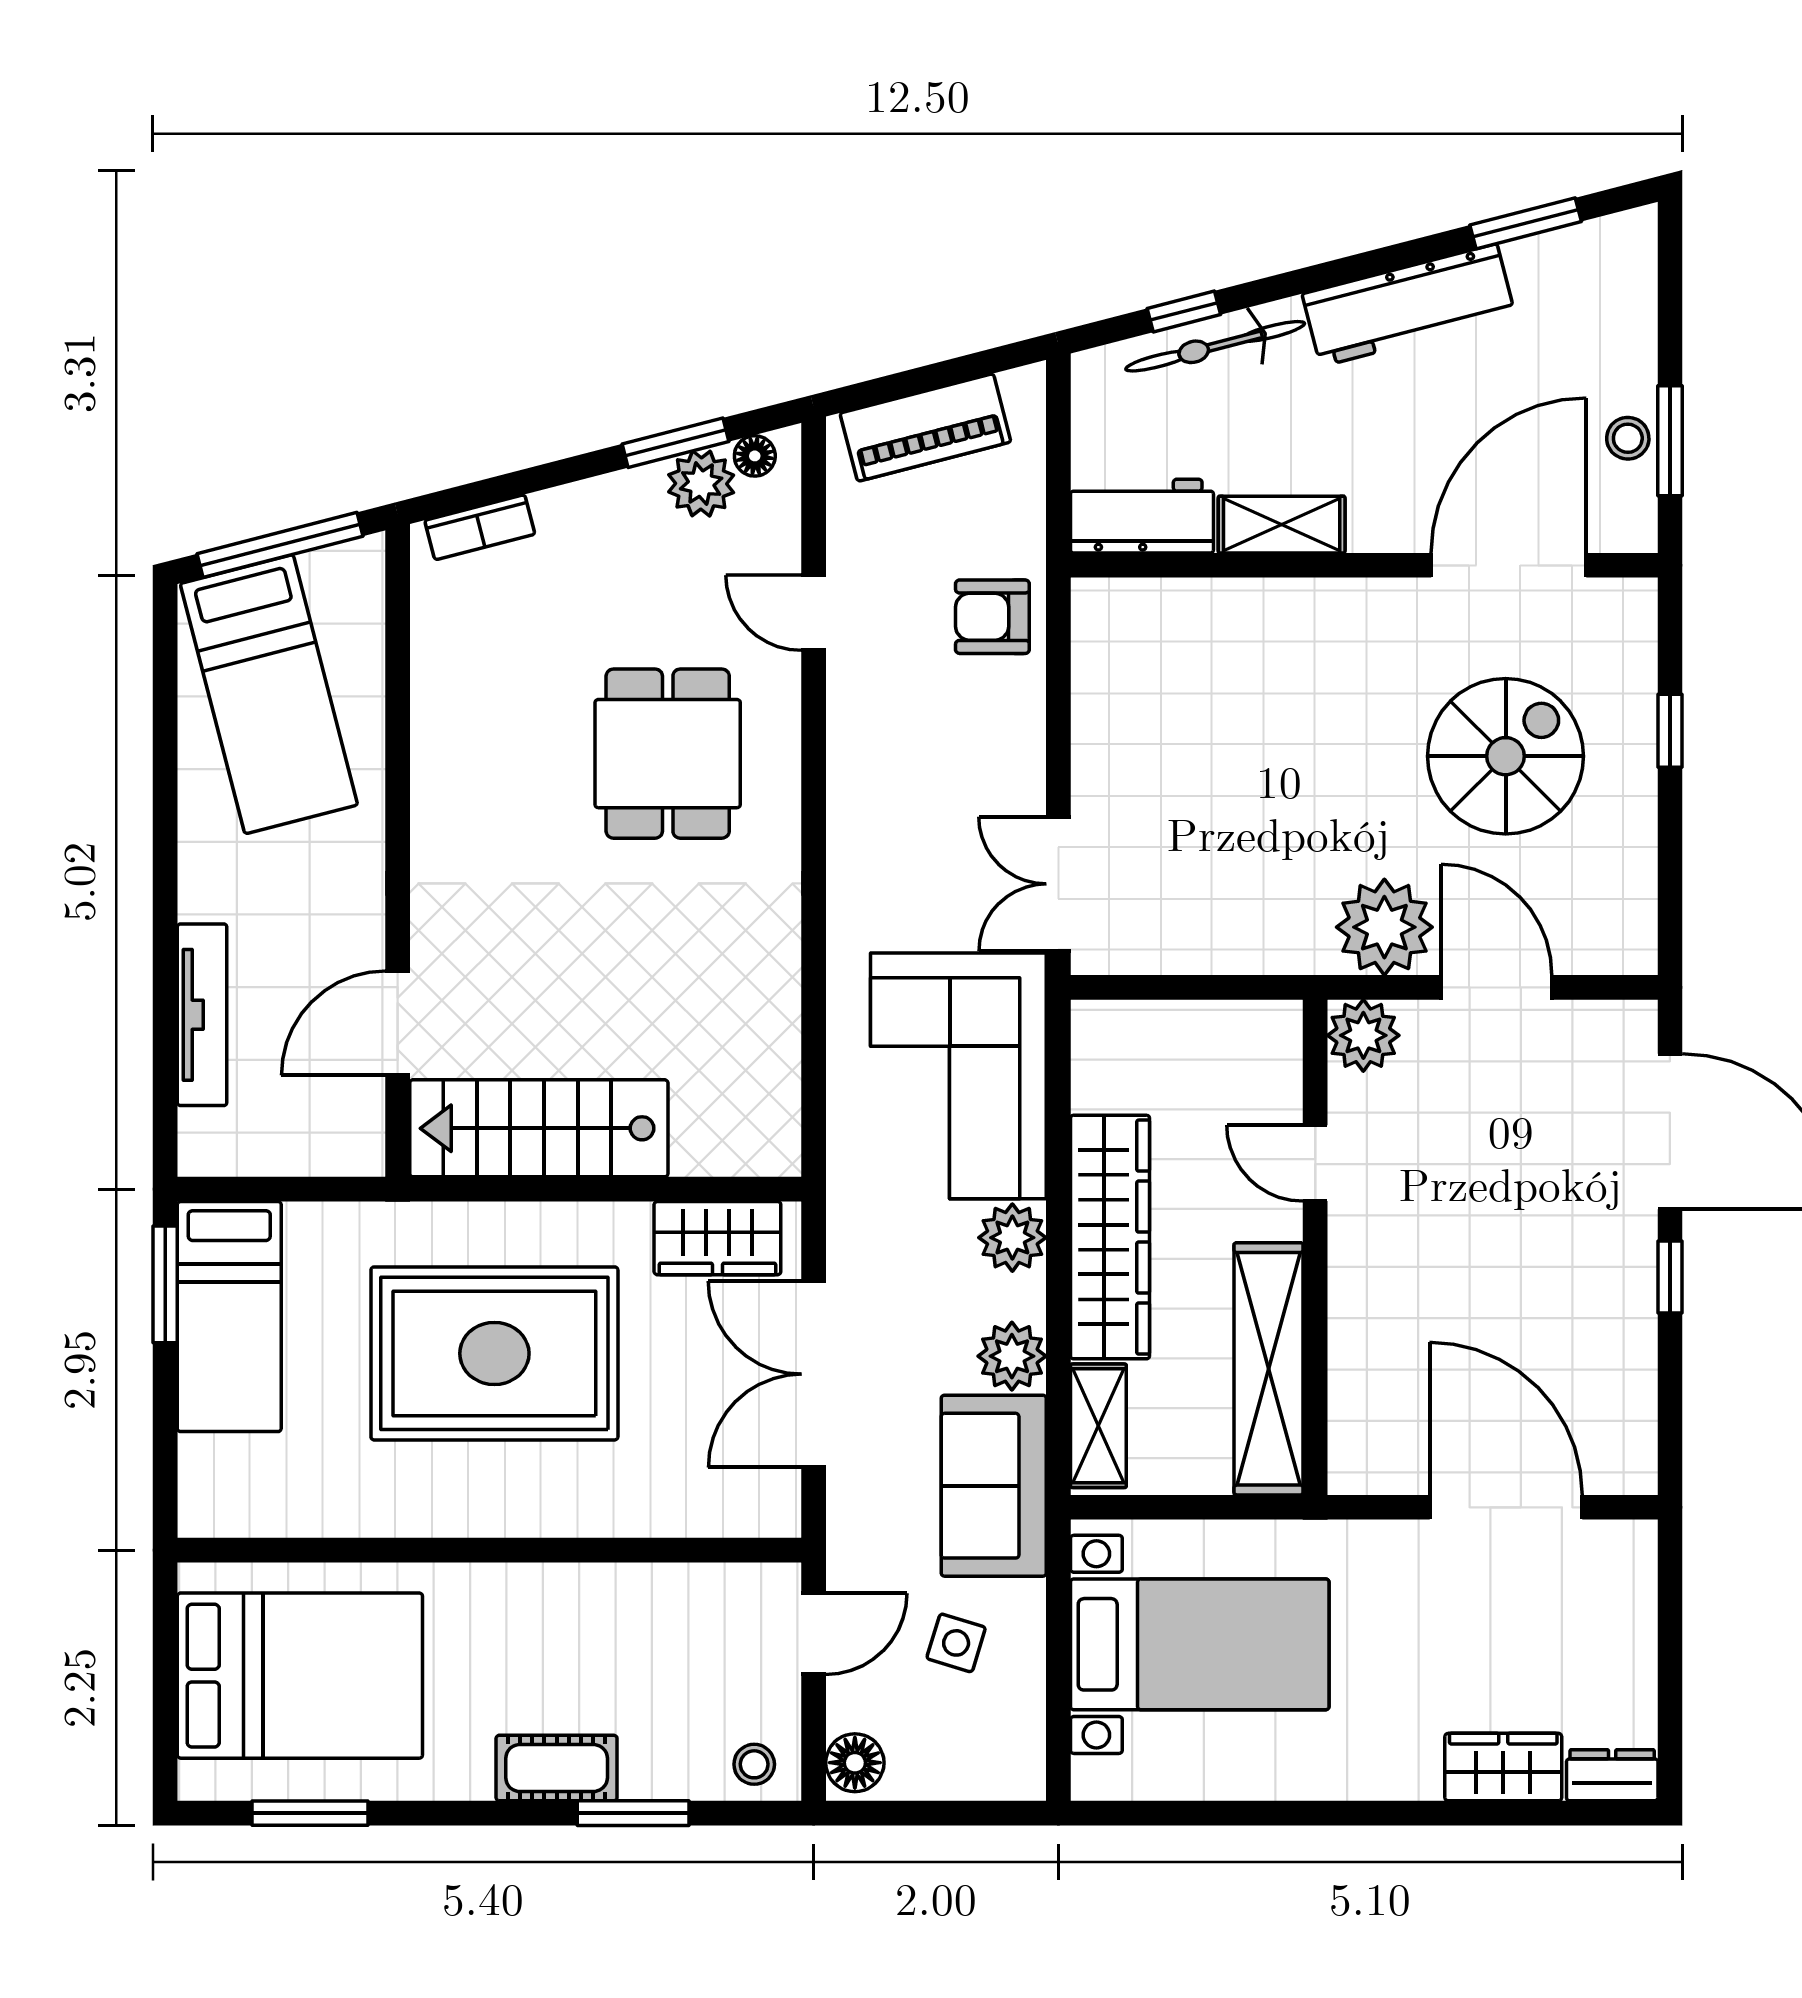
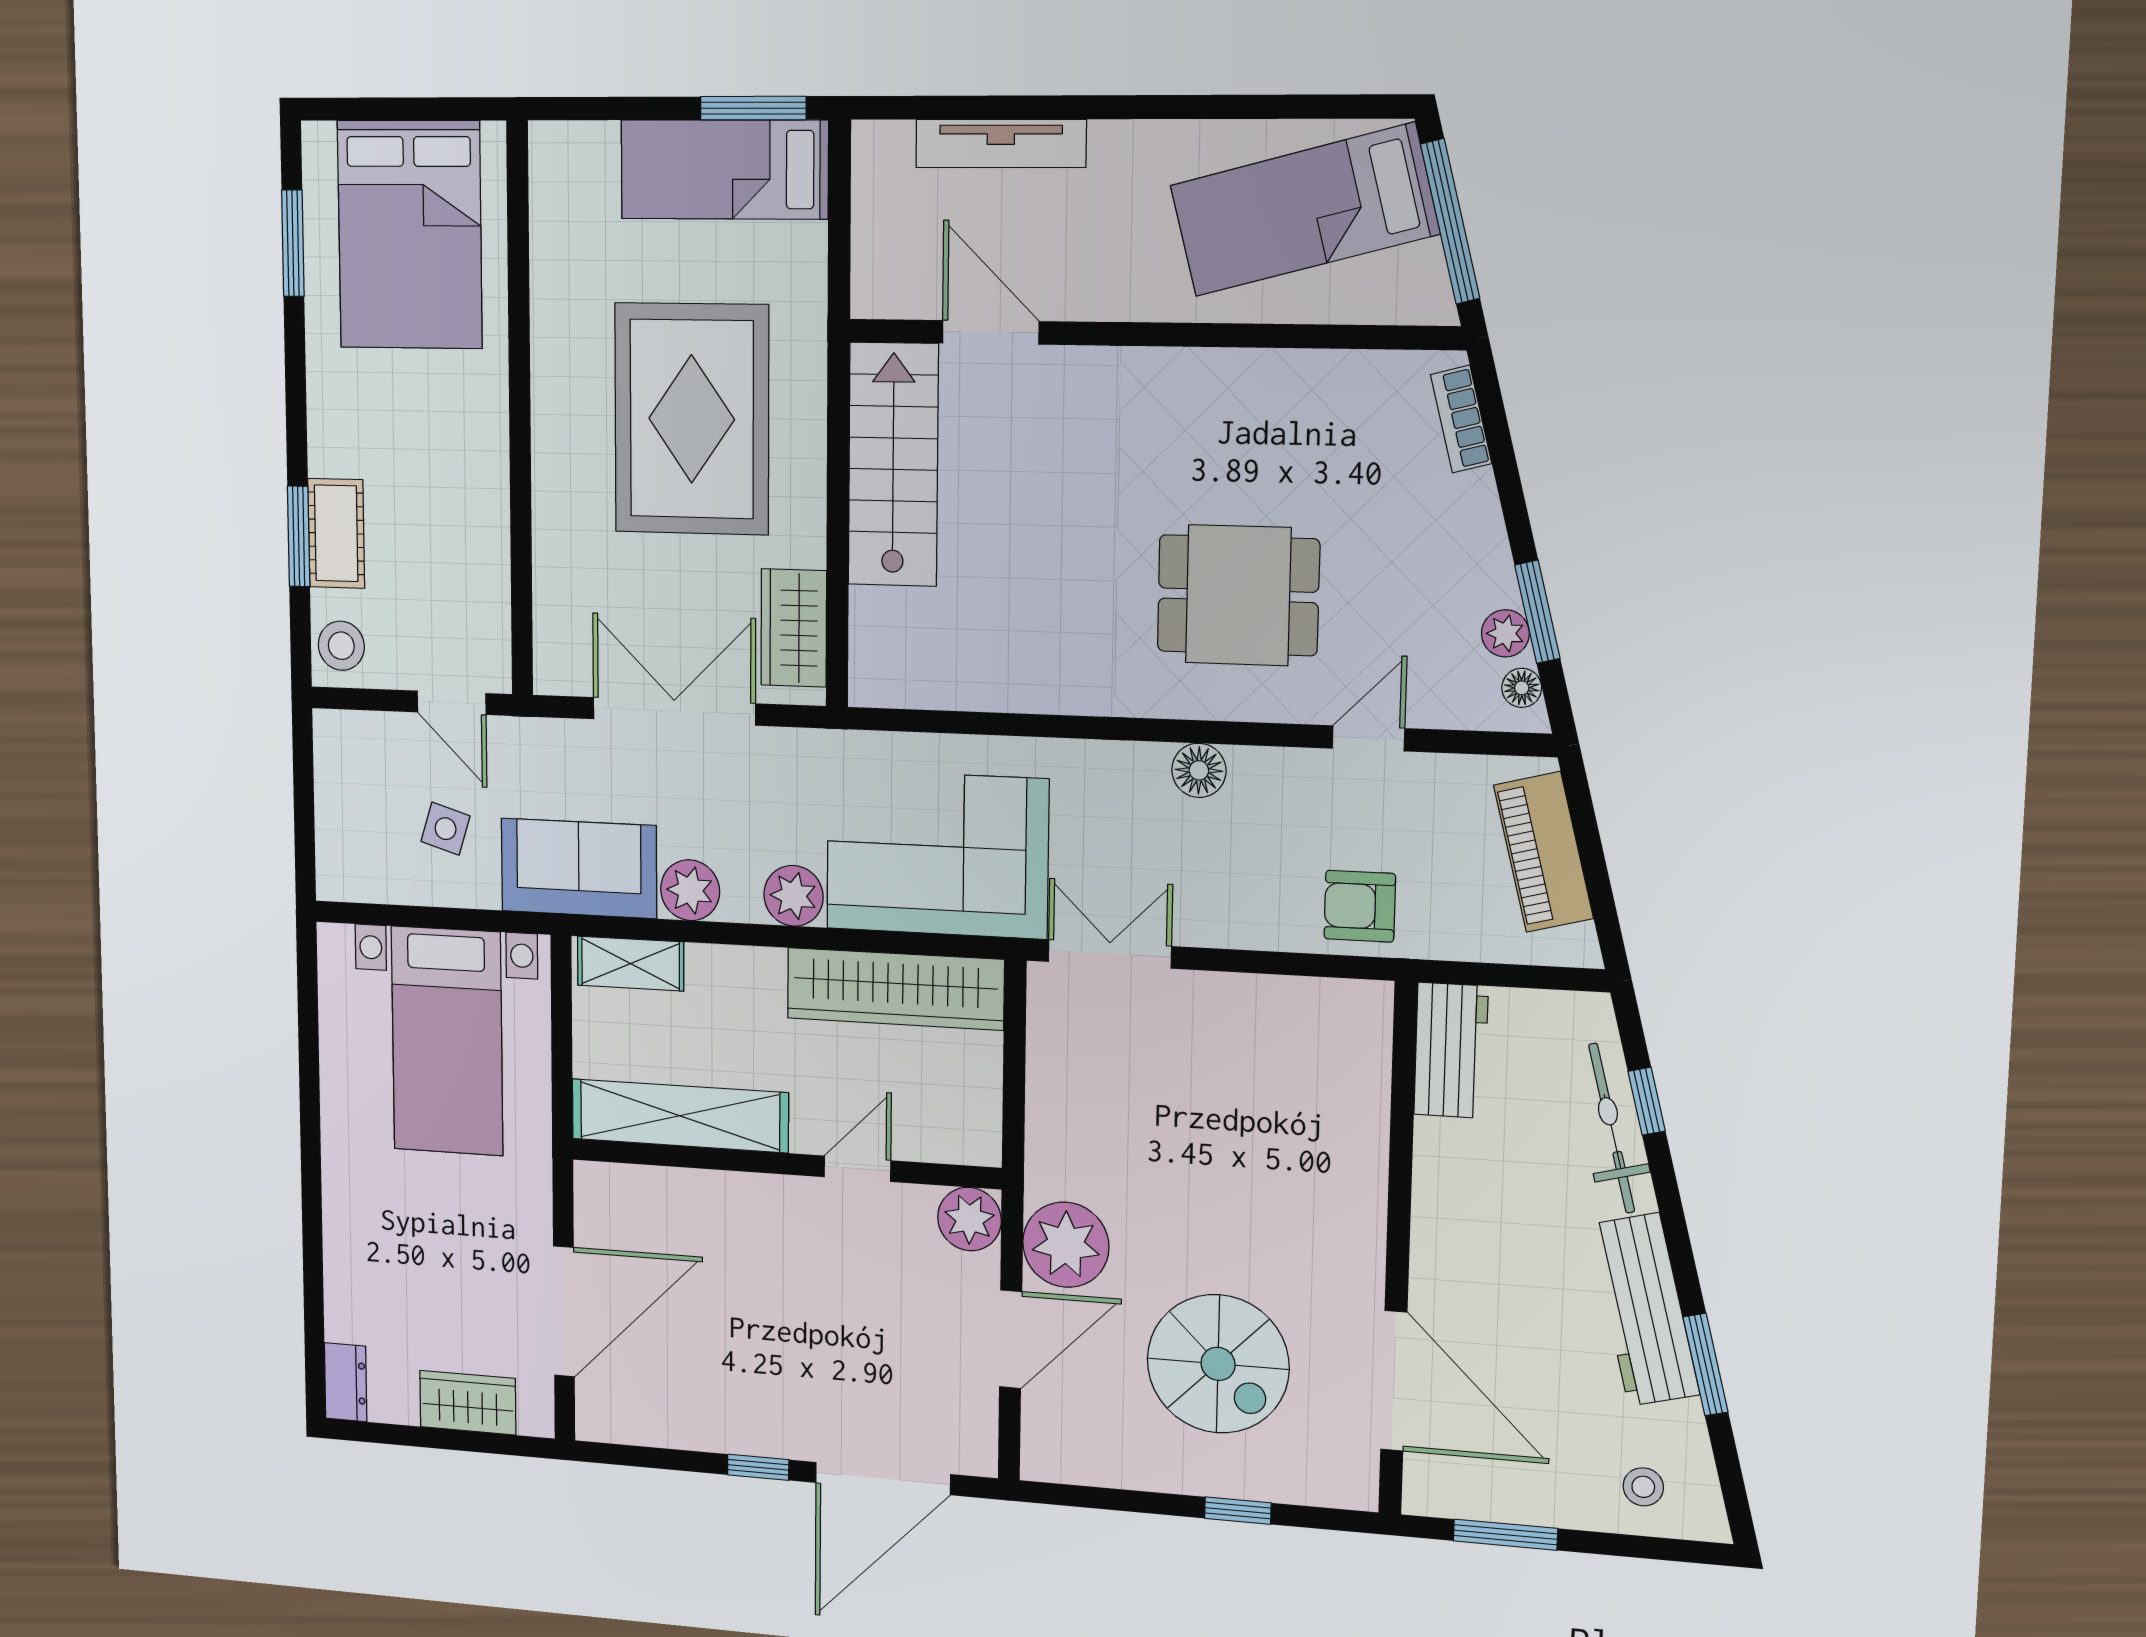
window: (1526, 223) -> (1705, 1364), moved
stool: (1628, 438) -> (1643, 1487), moved
plant: (701, 484) -> (1505, 633), width x0.73, depth x0.73
shelving: (1282, 525) -> (1439, 1178), removed
armchair: (992, 617) -> (1360, 906), turned -90
wardrobe: (1110, 1237) -> (895, 989), moved
floor lamp: (855, 1763) -> (1199, 770), moved
stool: (754, 1764) -> (341, 646), width x1.37, depth x1.37
wardrobe: (1503, 1767) -> (468, 1403), moved, turned -90
cot: (557, 1768) -> (336, 533), moved

